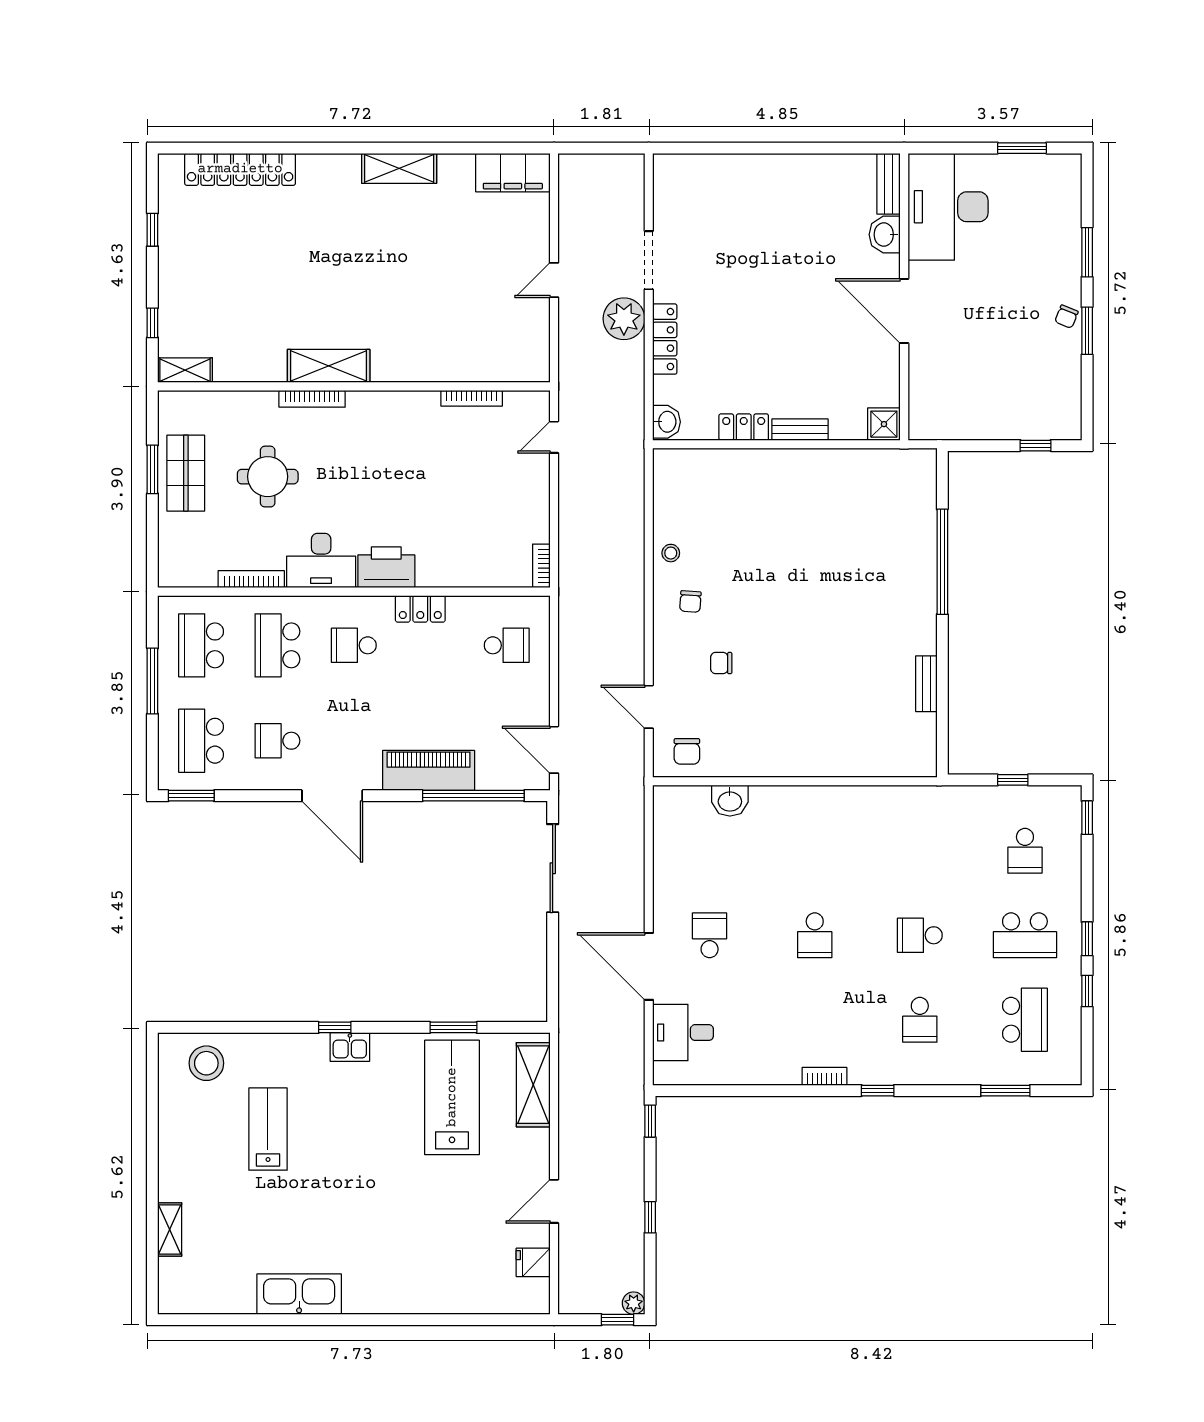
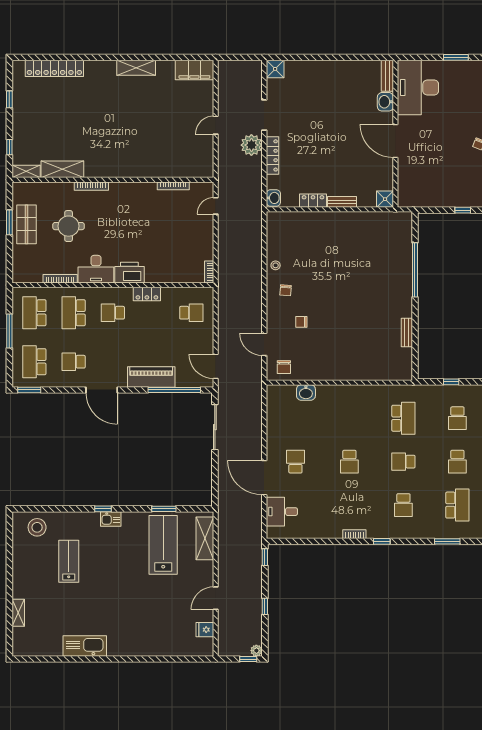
shower: (670, 171) -> (275, 69), added
shelving: (329, 366) -> (62, 169), moved
school desk: (920, 851) -> (403, 418), added
school desk: (1025, 935) -> (457, 462), width x0.54

